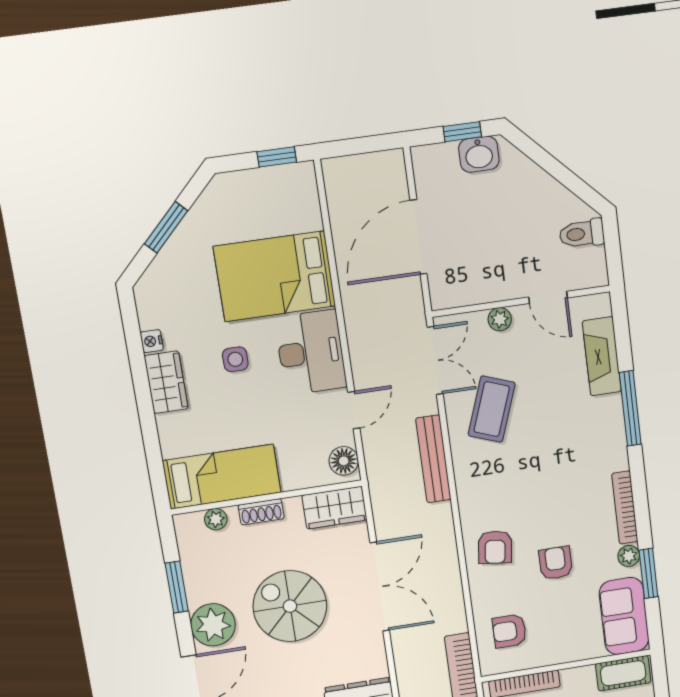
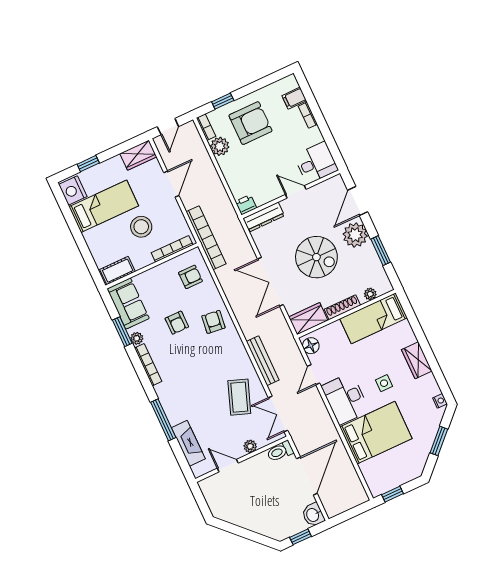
washbasin: (479, 154) -> (313, 515), moved, turned -90
toilet: (582, 234) -> (280, 451), moved, turned 180
nightstand: (152, 341) -> (440, 401), moved
shoe rack: (261, 512) -> (342, 307), width x1.43

